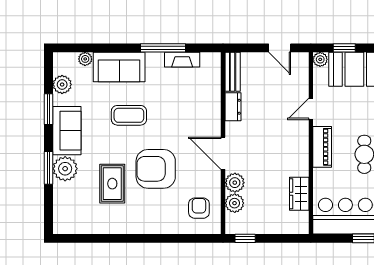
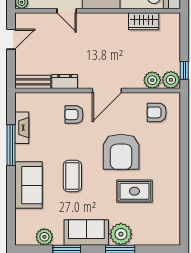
plant: (85, 59) -> (21, 216), removed
armchair: (197, 117) -> (74, 115), added
plant: (235, 183) -> (171, 80), moved

